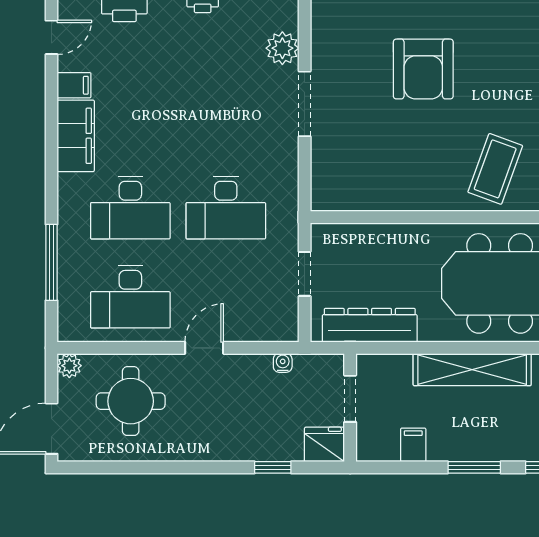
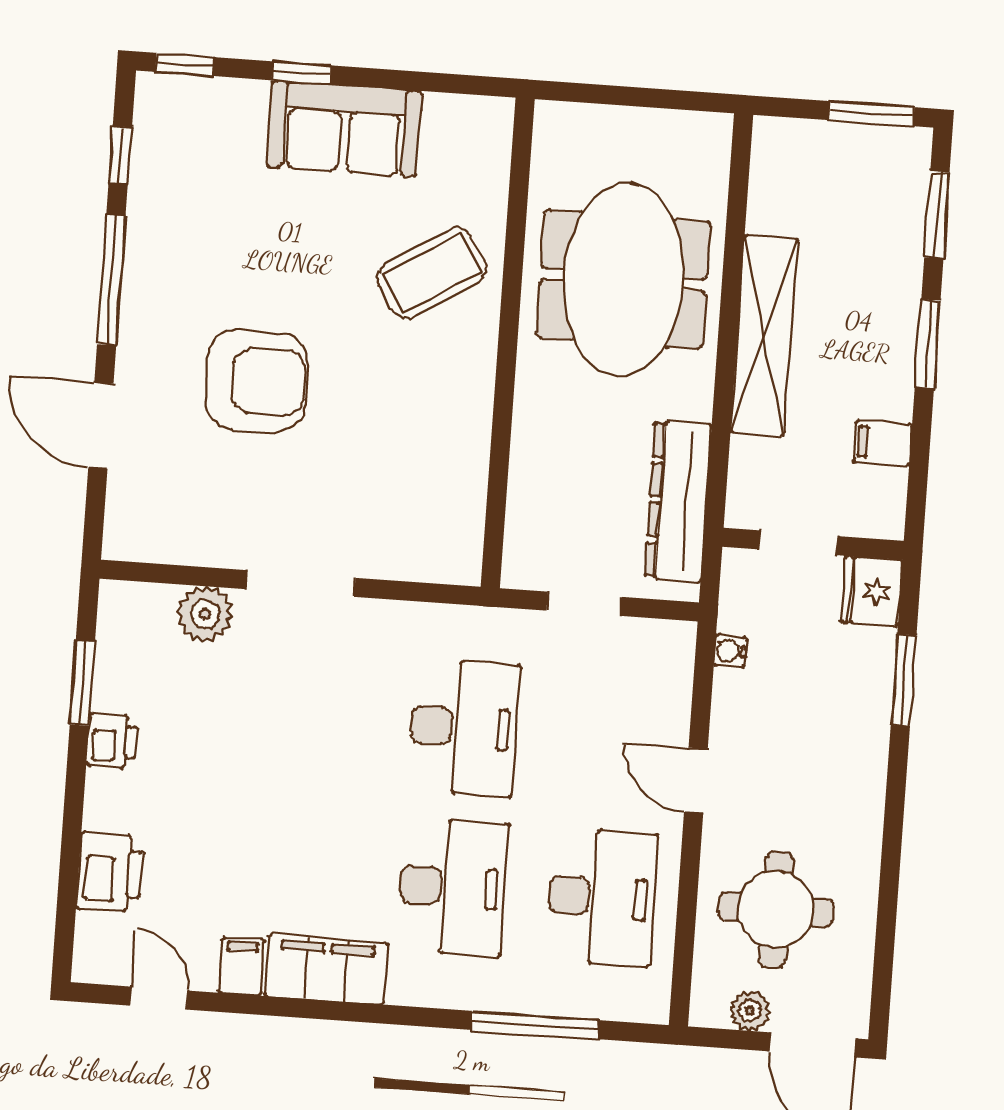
coffee table: (495, 169) -> (432, 273), turned -52
plant: (69, 366) -> (750, 1011), moved
window: (273, 467) -> (904, 680), width x1.50

